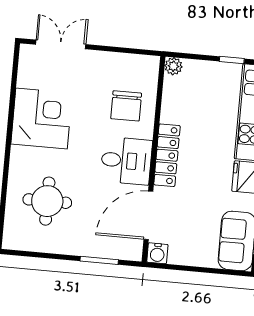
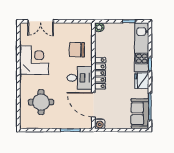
double door: (61, 44) -> (41, 21), swing flipped
chair: (126, 106) -> (77, 50), turned 90
door: (148, 215) -> (93, 105), hinge flipped

